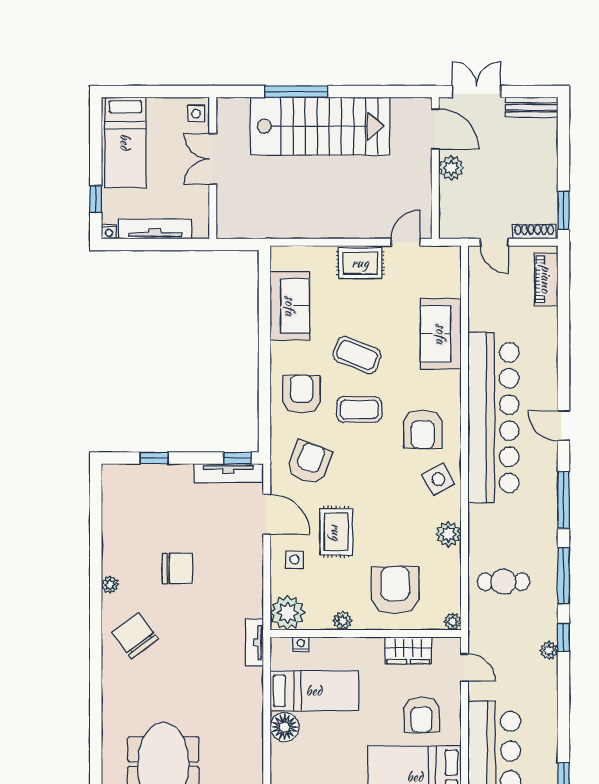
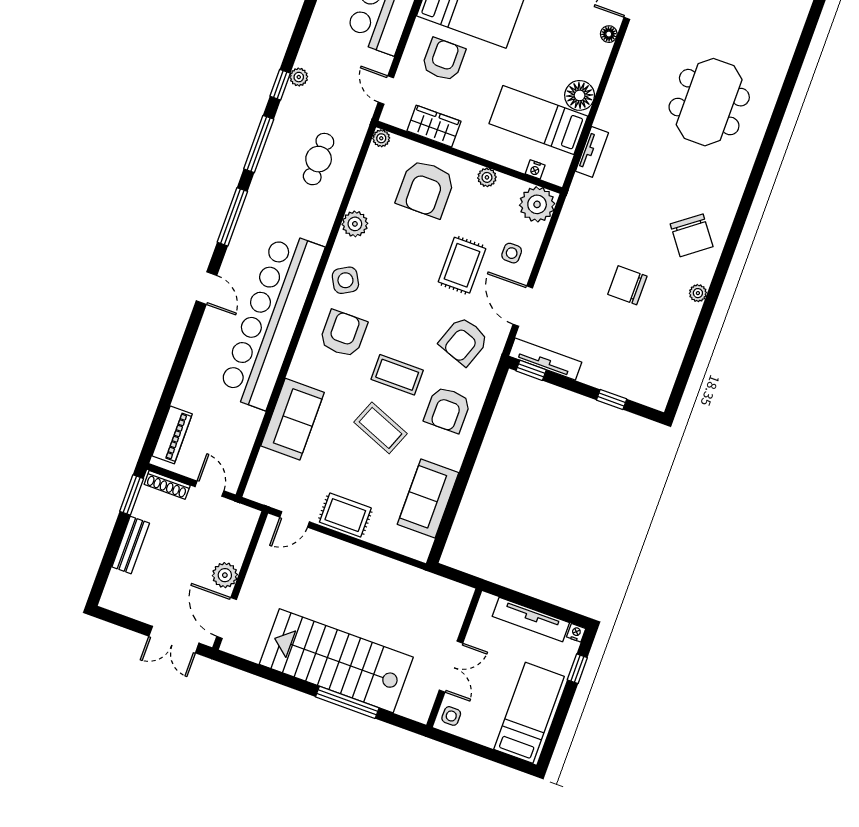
bench: (531, 107) -> (131, 545), moved, turned 90
cafe table: (503, 582) -> (319, 159), turned 90
tv unit: (254, 642) -> (592, 152), moved

